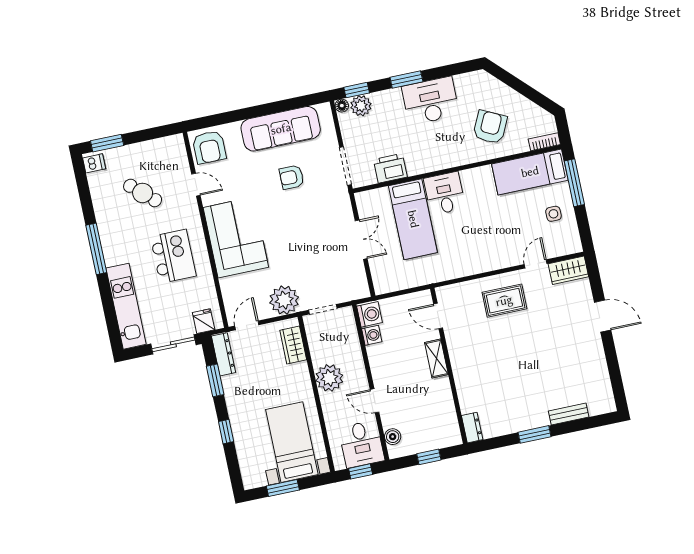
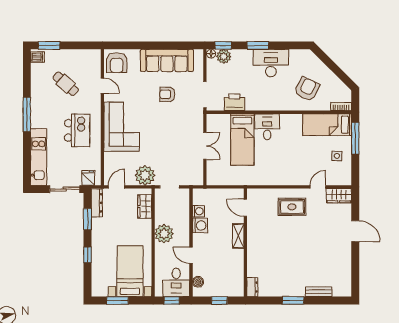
washing machine: (370, 314) -> (200, 225), moved

